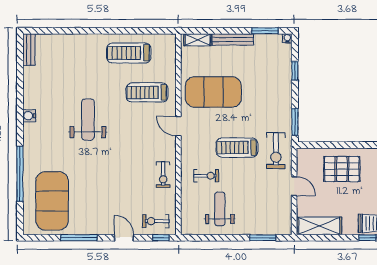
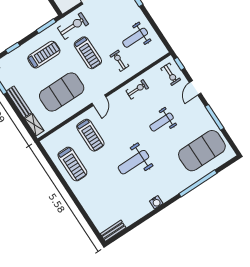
exercise mat: (213, 92) -> (62, 92), turned 90
treadmill: (266, 99) -> (44, 55), added
weight bench: (111, 178) -> (162, 122), added

